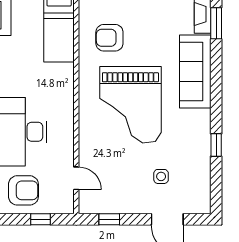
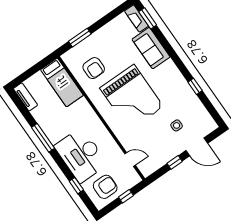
armchair: (109, 38) -> (94, 68), turned -90
sofa: (195, 71) -> (151, 48), width x0.73
window: (109, 219) -> (175, 162), moved

